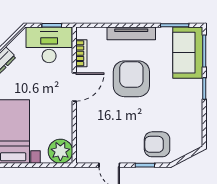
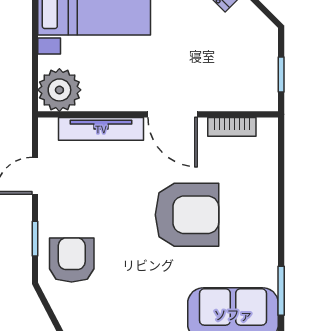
tv unit: (131, 33) -> (101, 129), moved, turned -90
desk: (49, 45) -> (247, 70), removed

